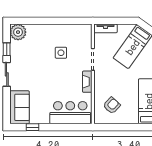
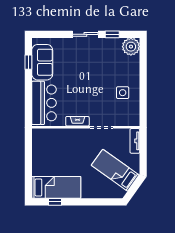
side table: (61, 53) -> (123, 93), moved
armchair: (112, 105) -> (52, 148), removed
sofa: (19, 107) -> (42, 62), moved, turned -90

